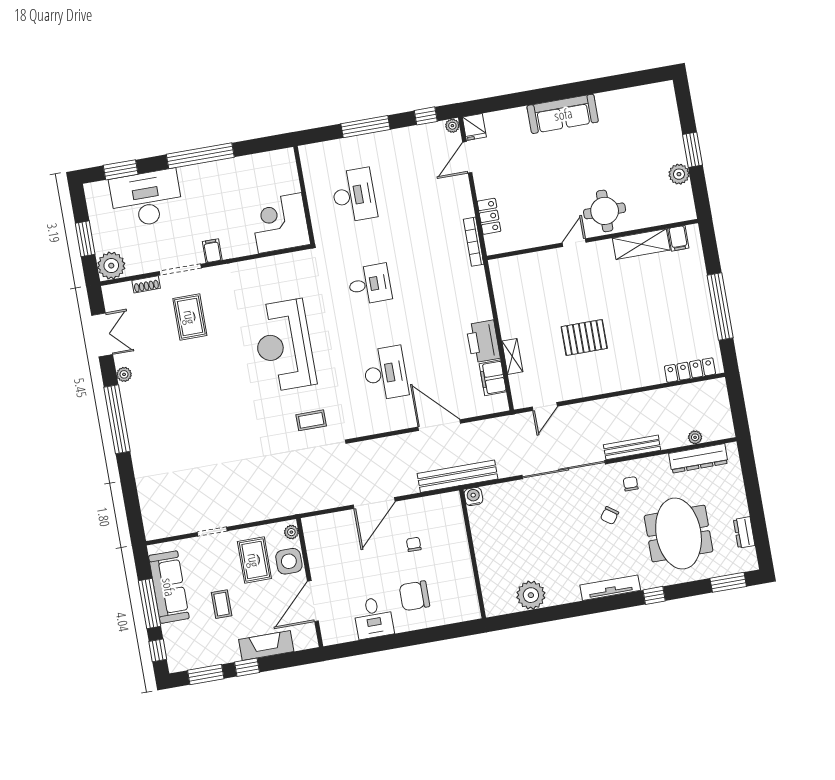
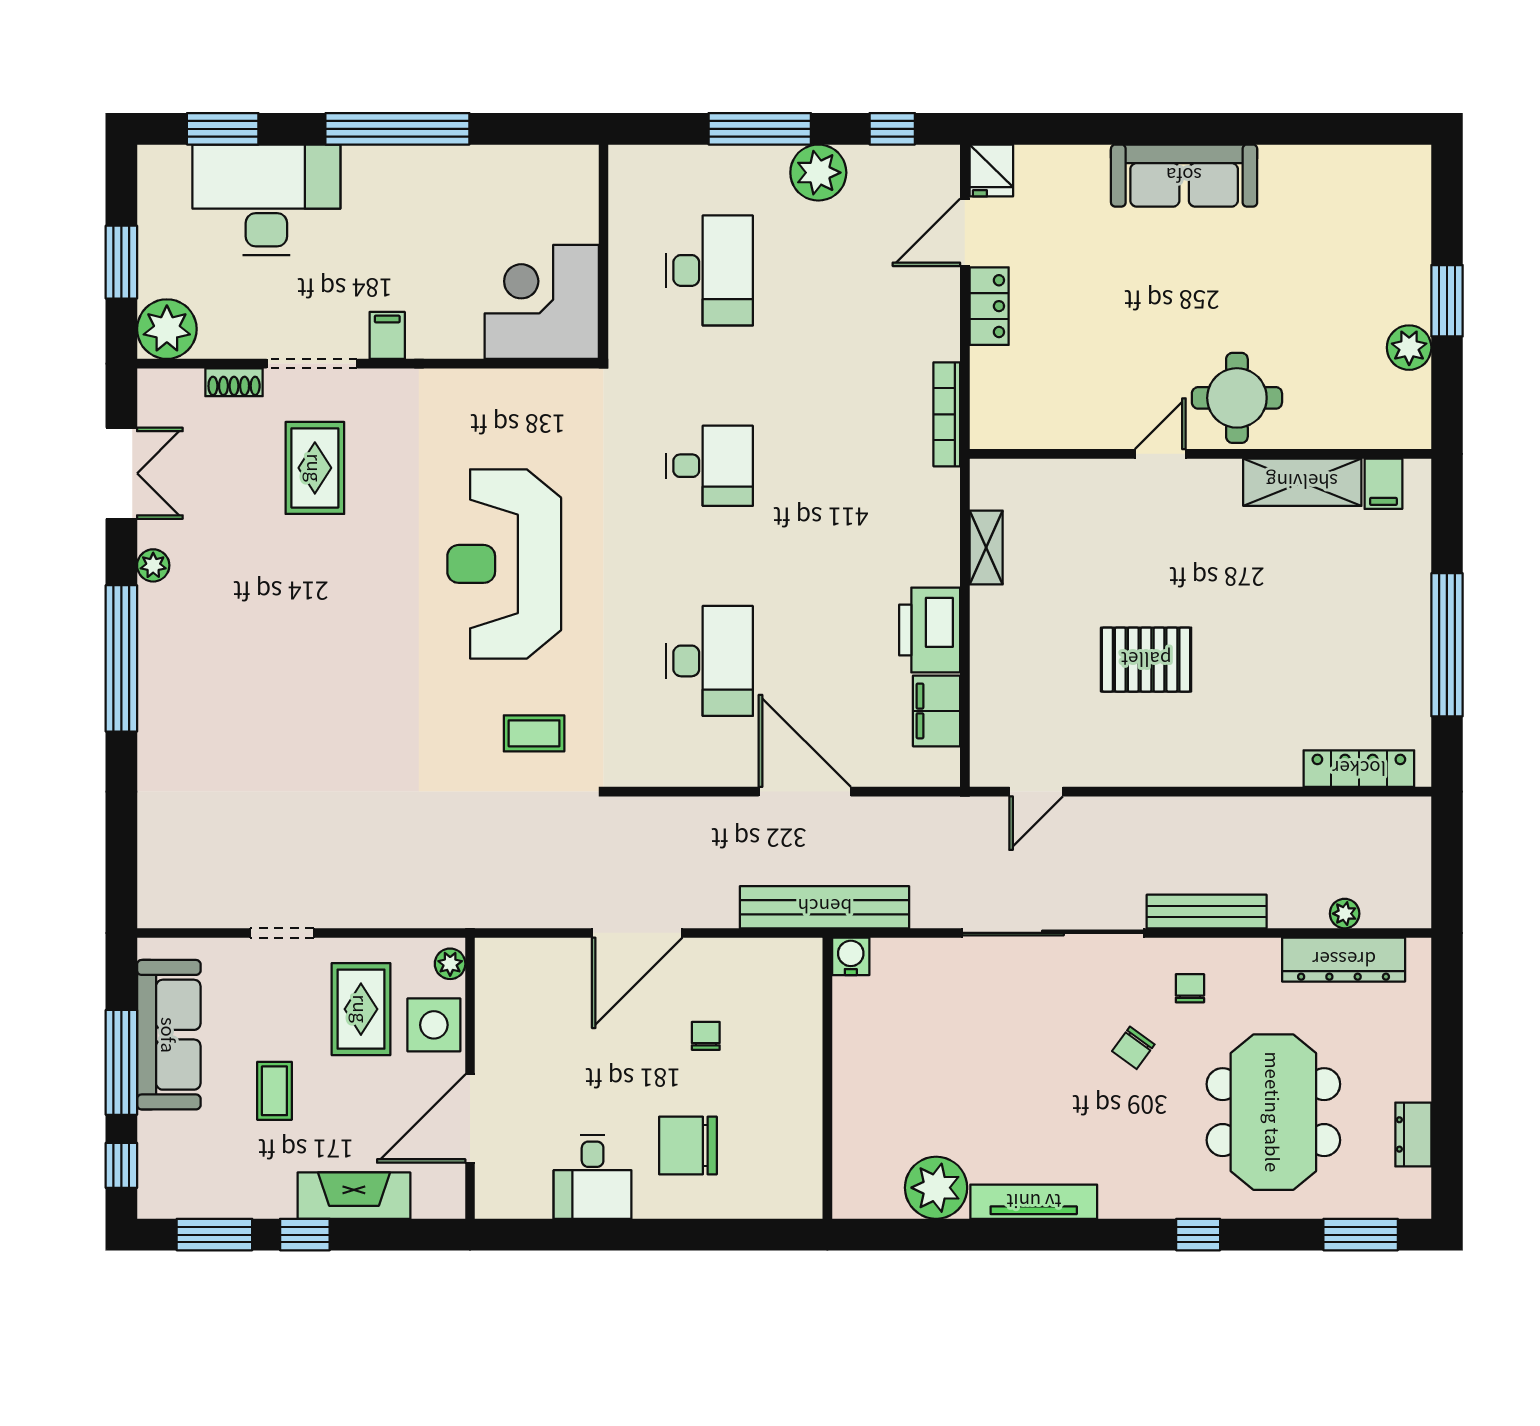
plant: (452, 126) -> (818, 173), moved, width x1.88, depth x1.88
locker: (489, 216) -> (989, 306), moved
shelving: (512, 356) -> (986, 547), moved
tv unit: (610, 588) -> (1034, 1202), moved

